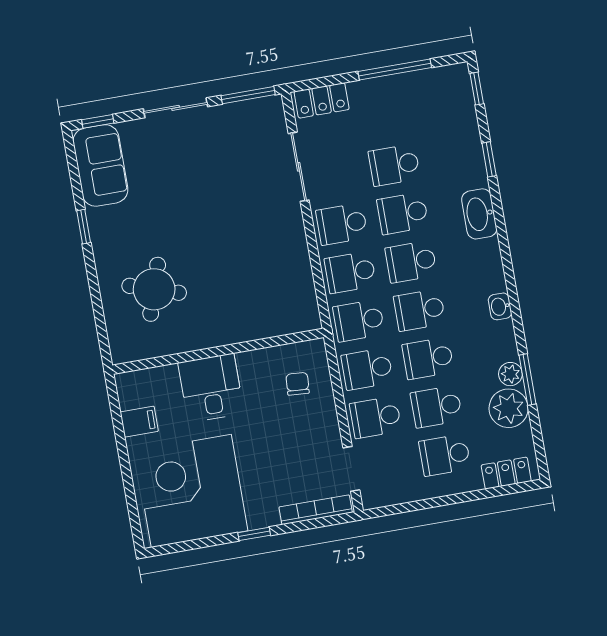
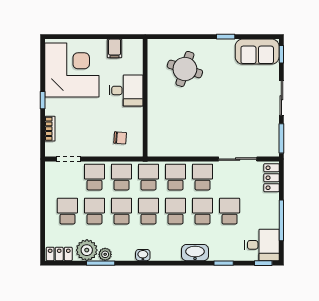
desk: (445, 97) -> (262, 245), added
locker: (506, 473) -> (59, 254), moved, turned -90
bookcase: (316, 510) -> (50, 129), width x0.64

